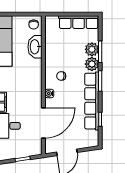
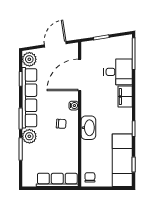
row of seats: (79, 22) -> (57, 180), moved
washbasin: (35, 47) -> (88, 128), moved
plant: (92, 49) -> (29, 59), moved

